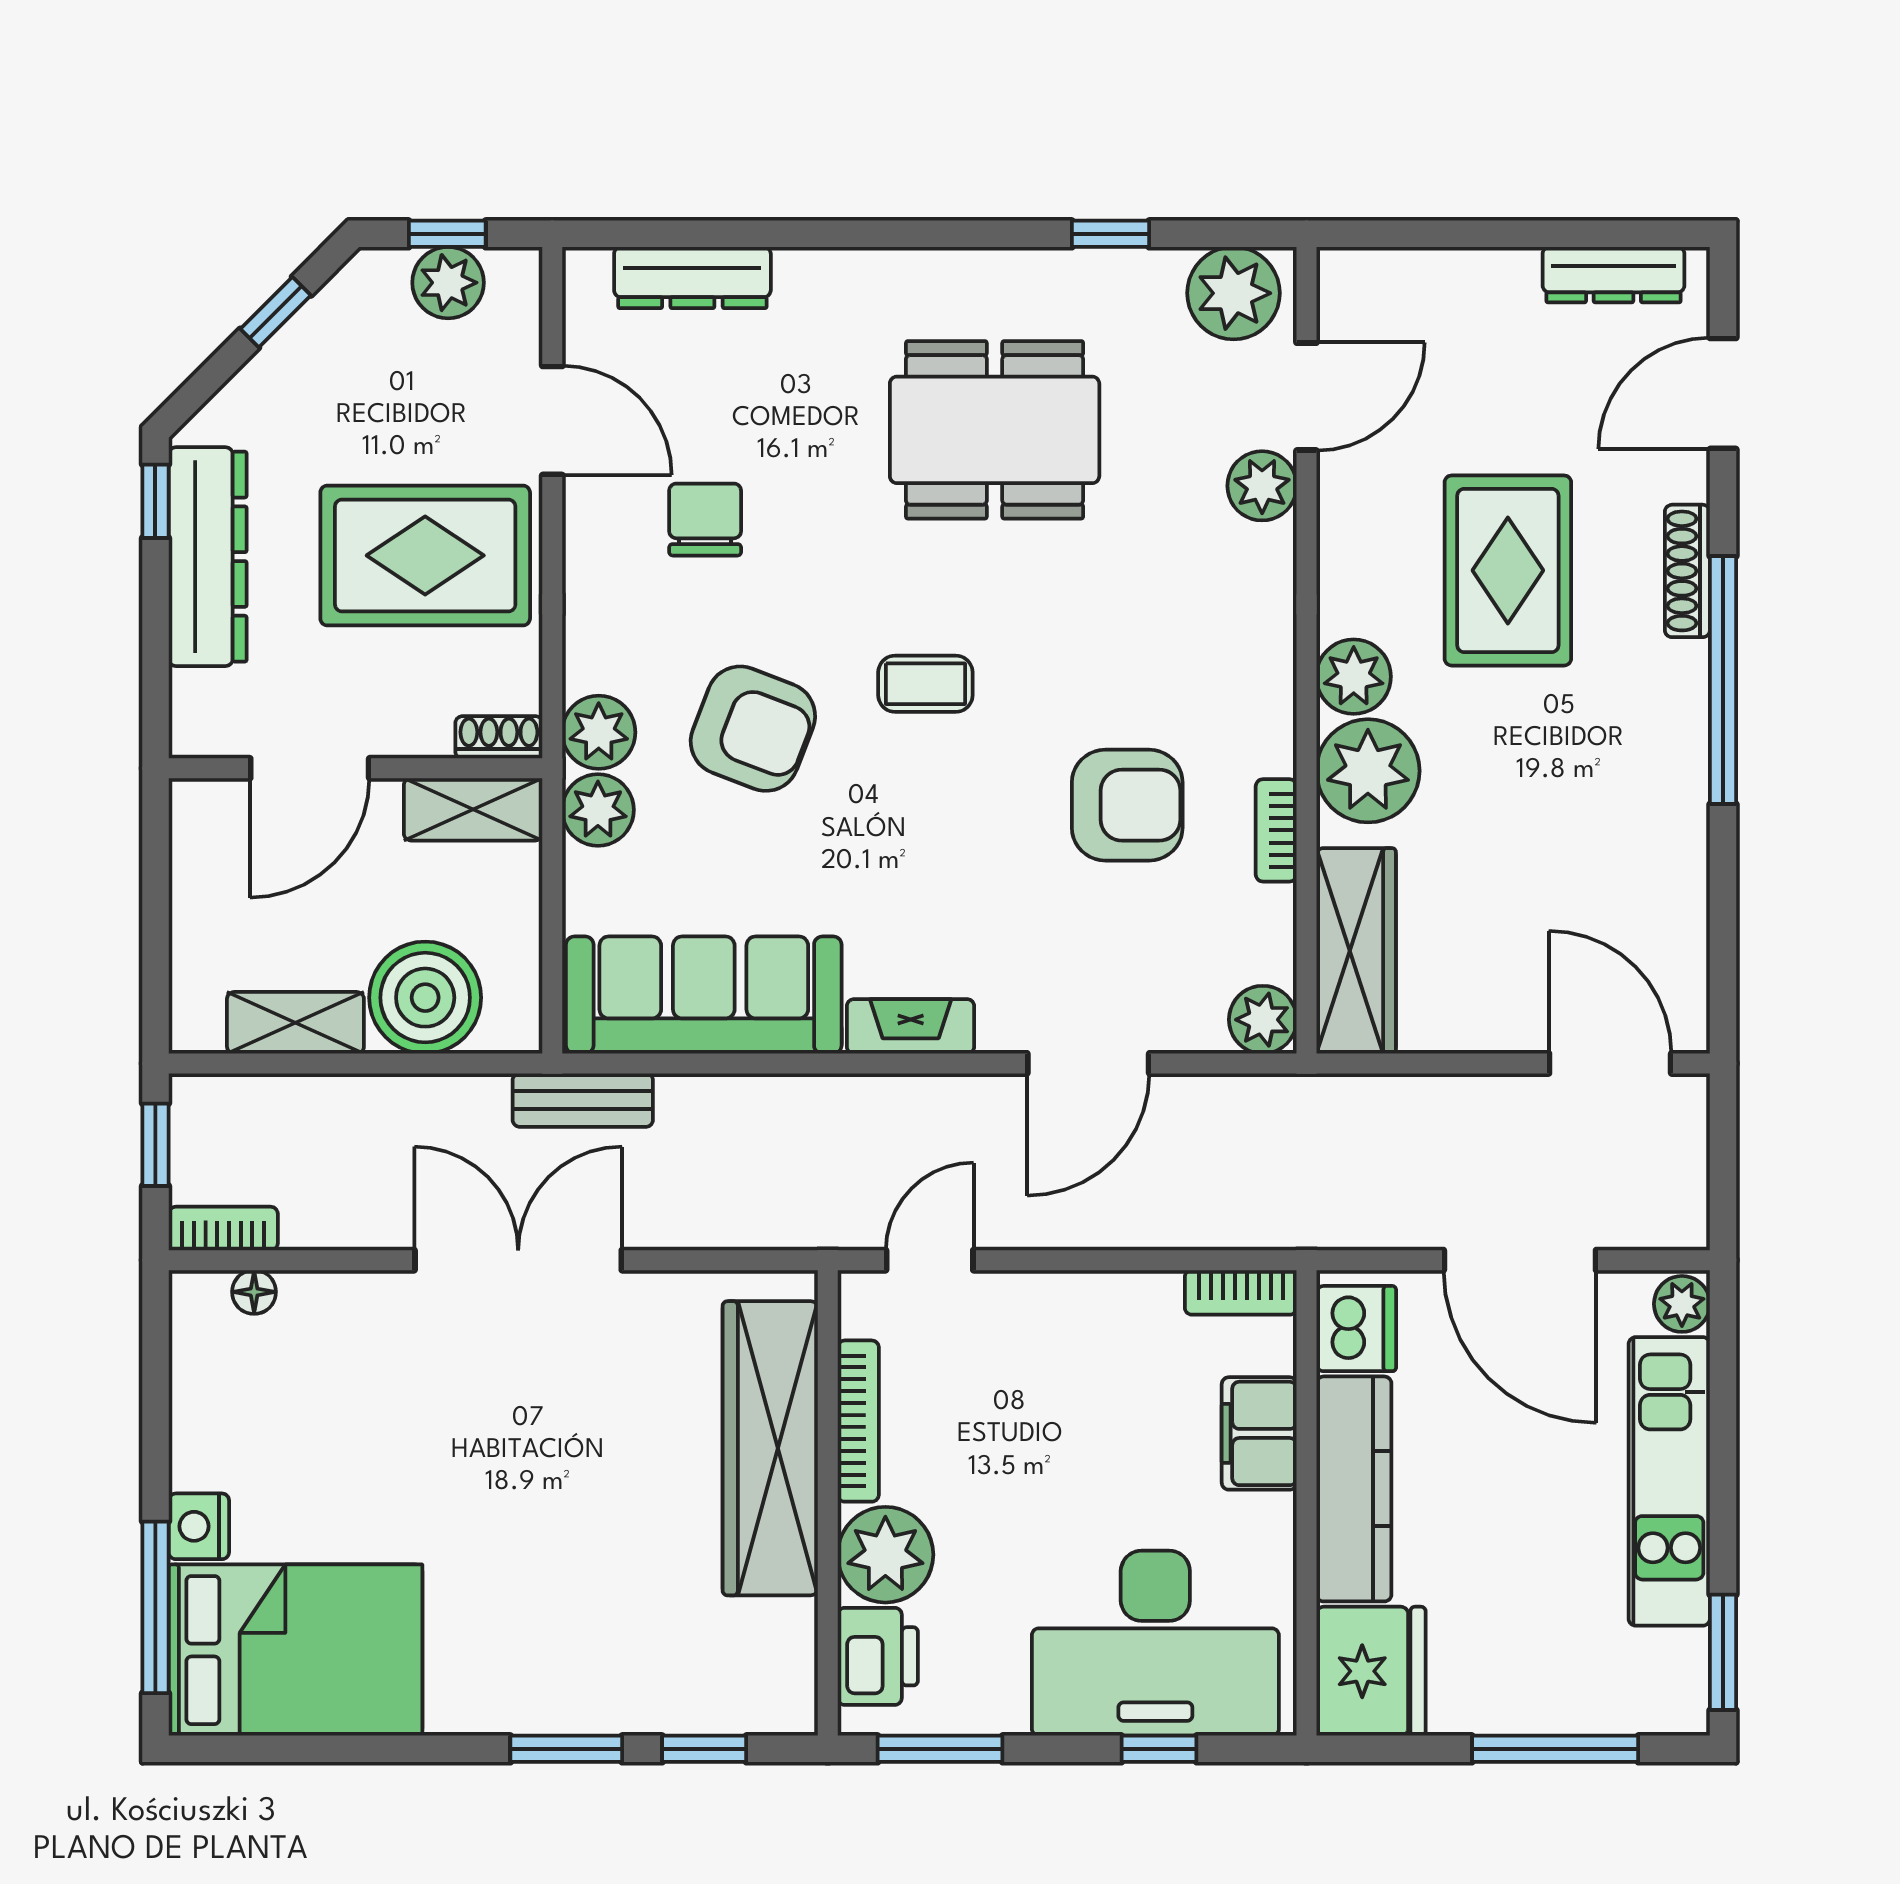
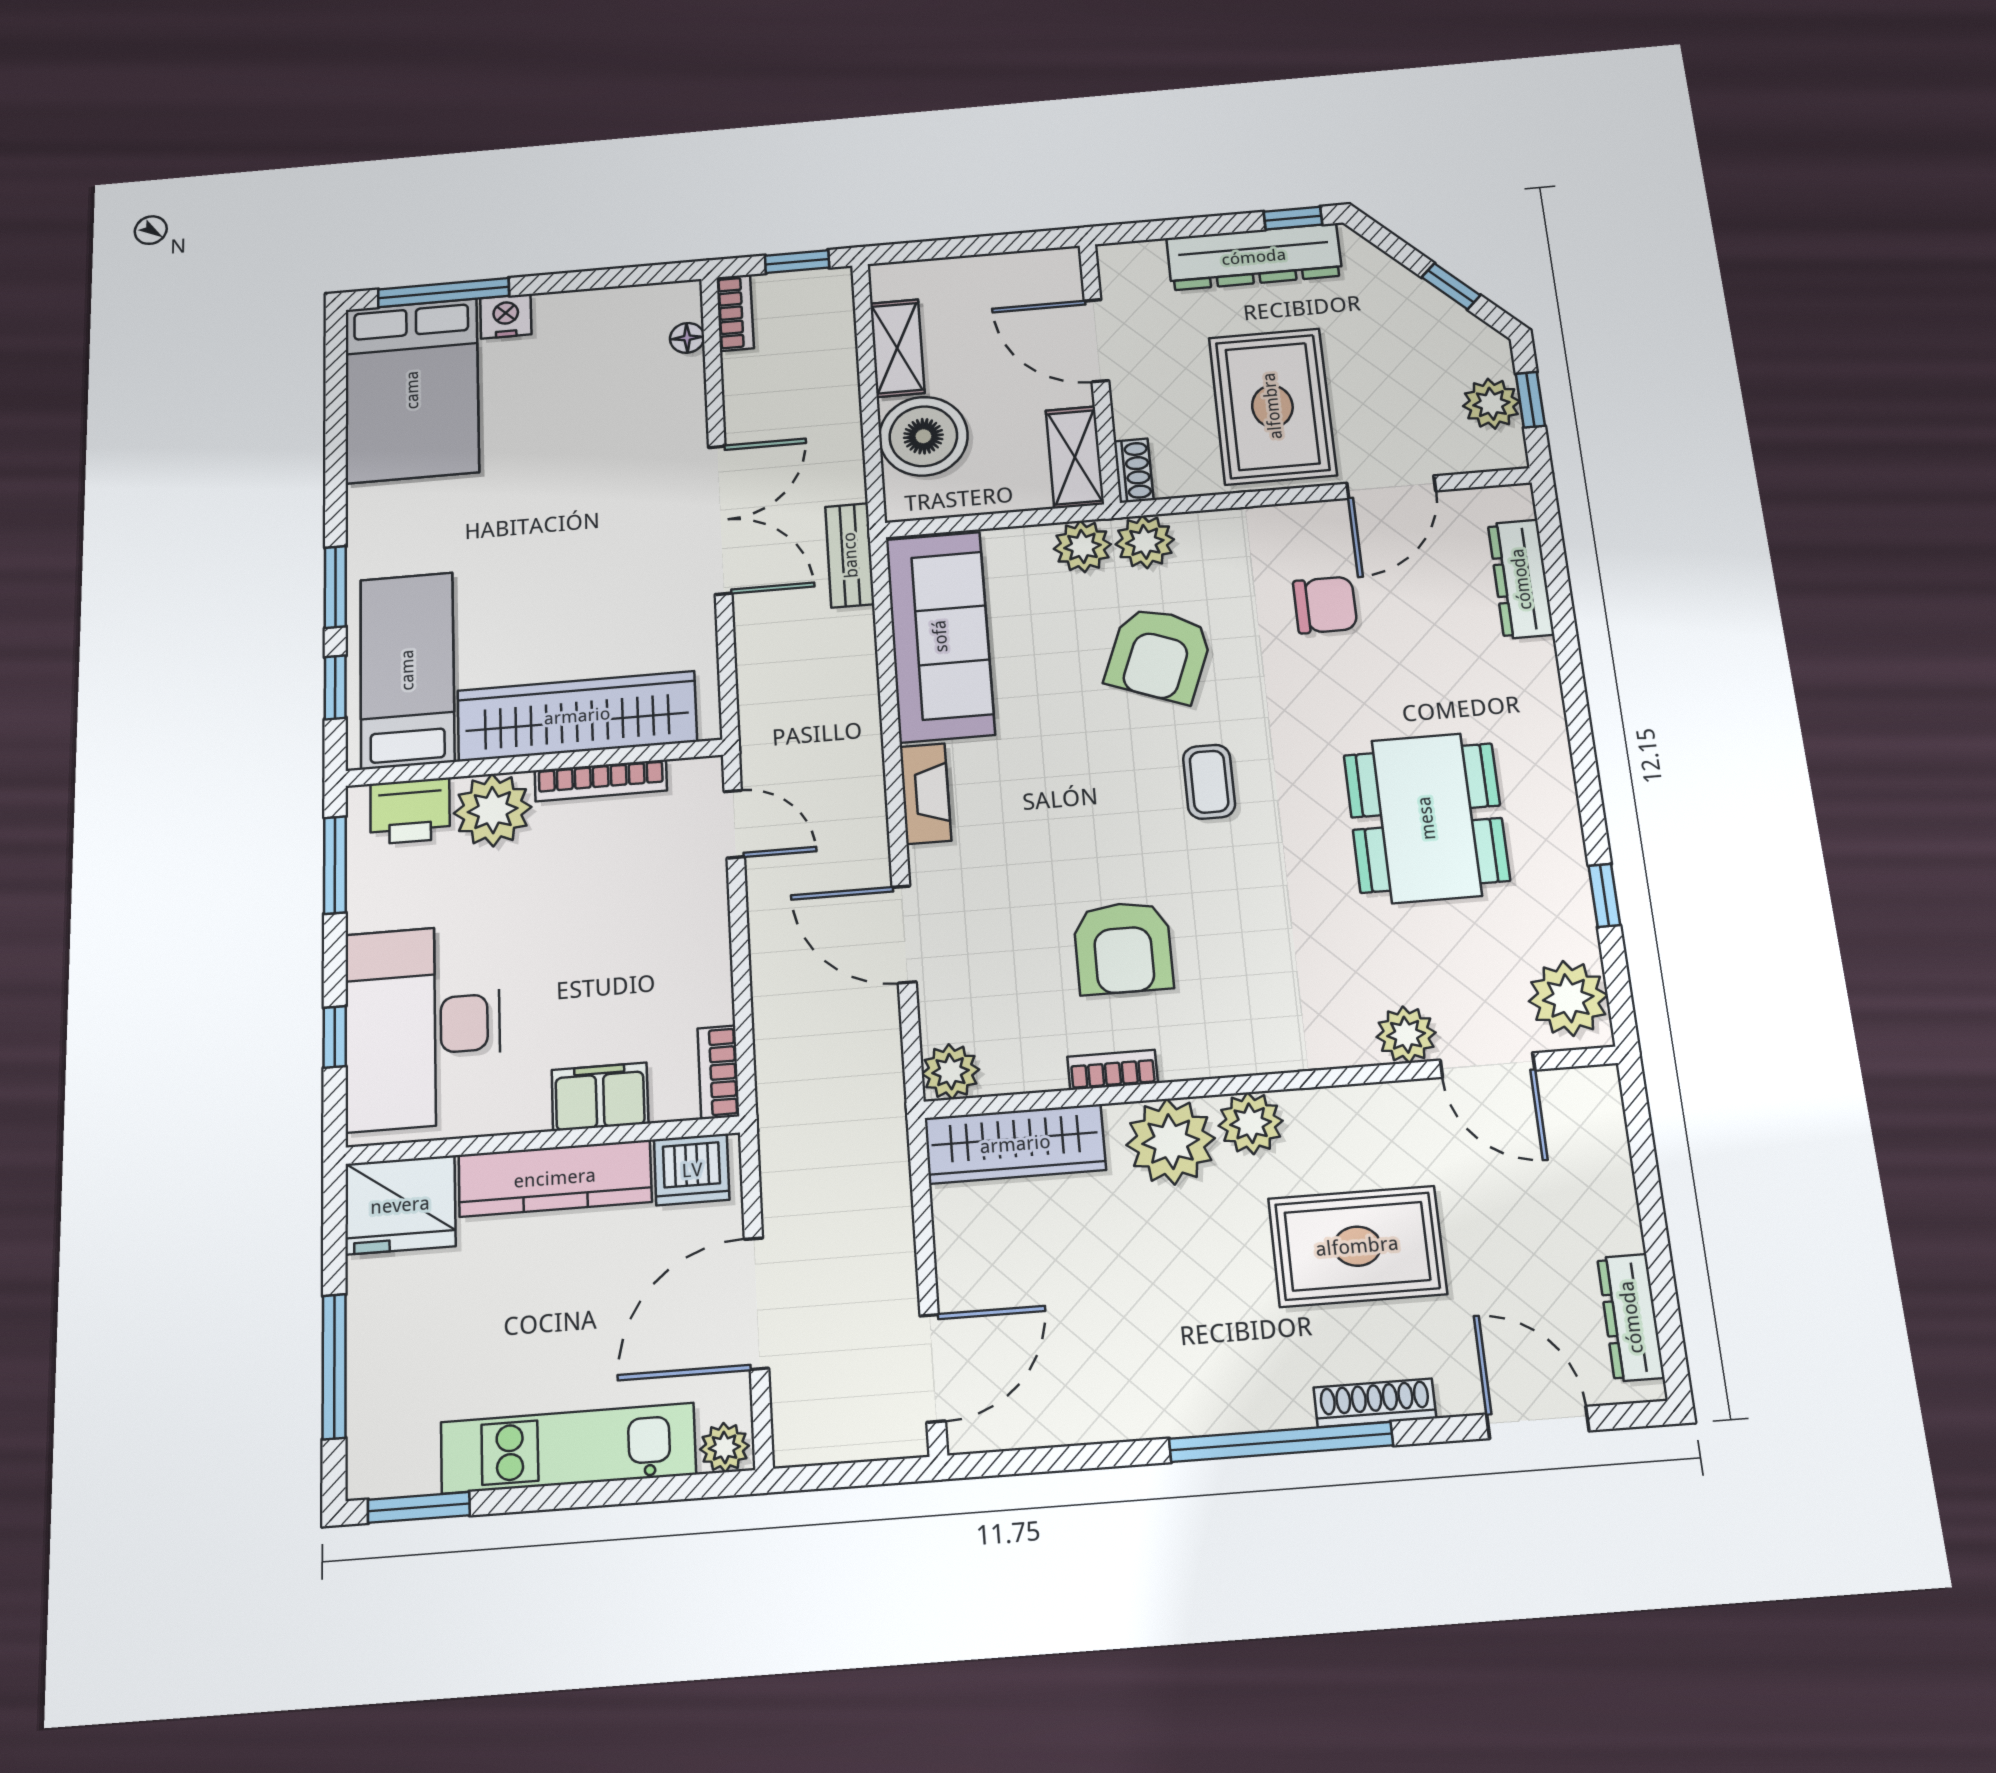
bed: (689, 1659) -> (407, 670), added

